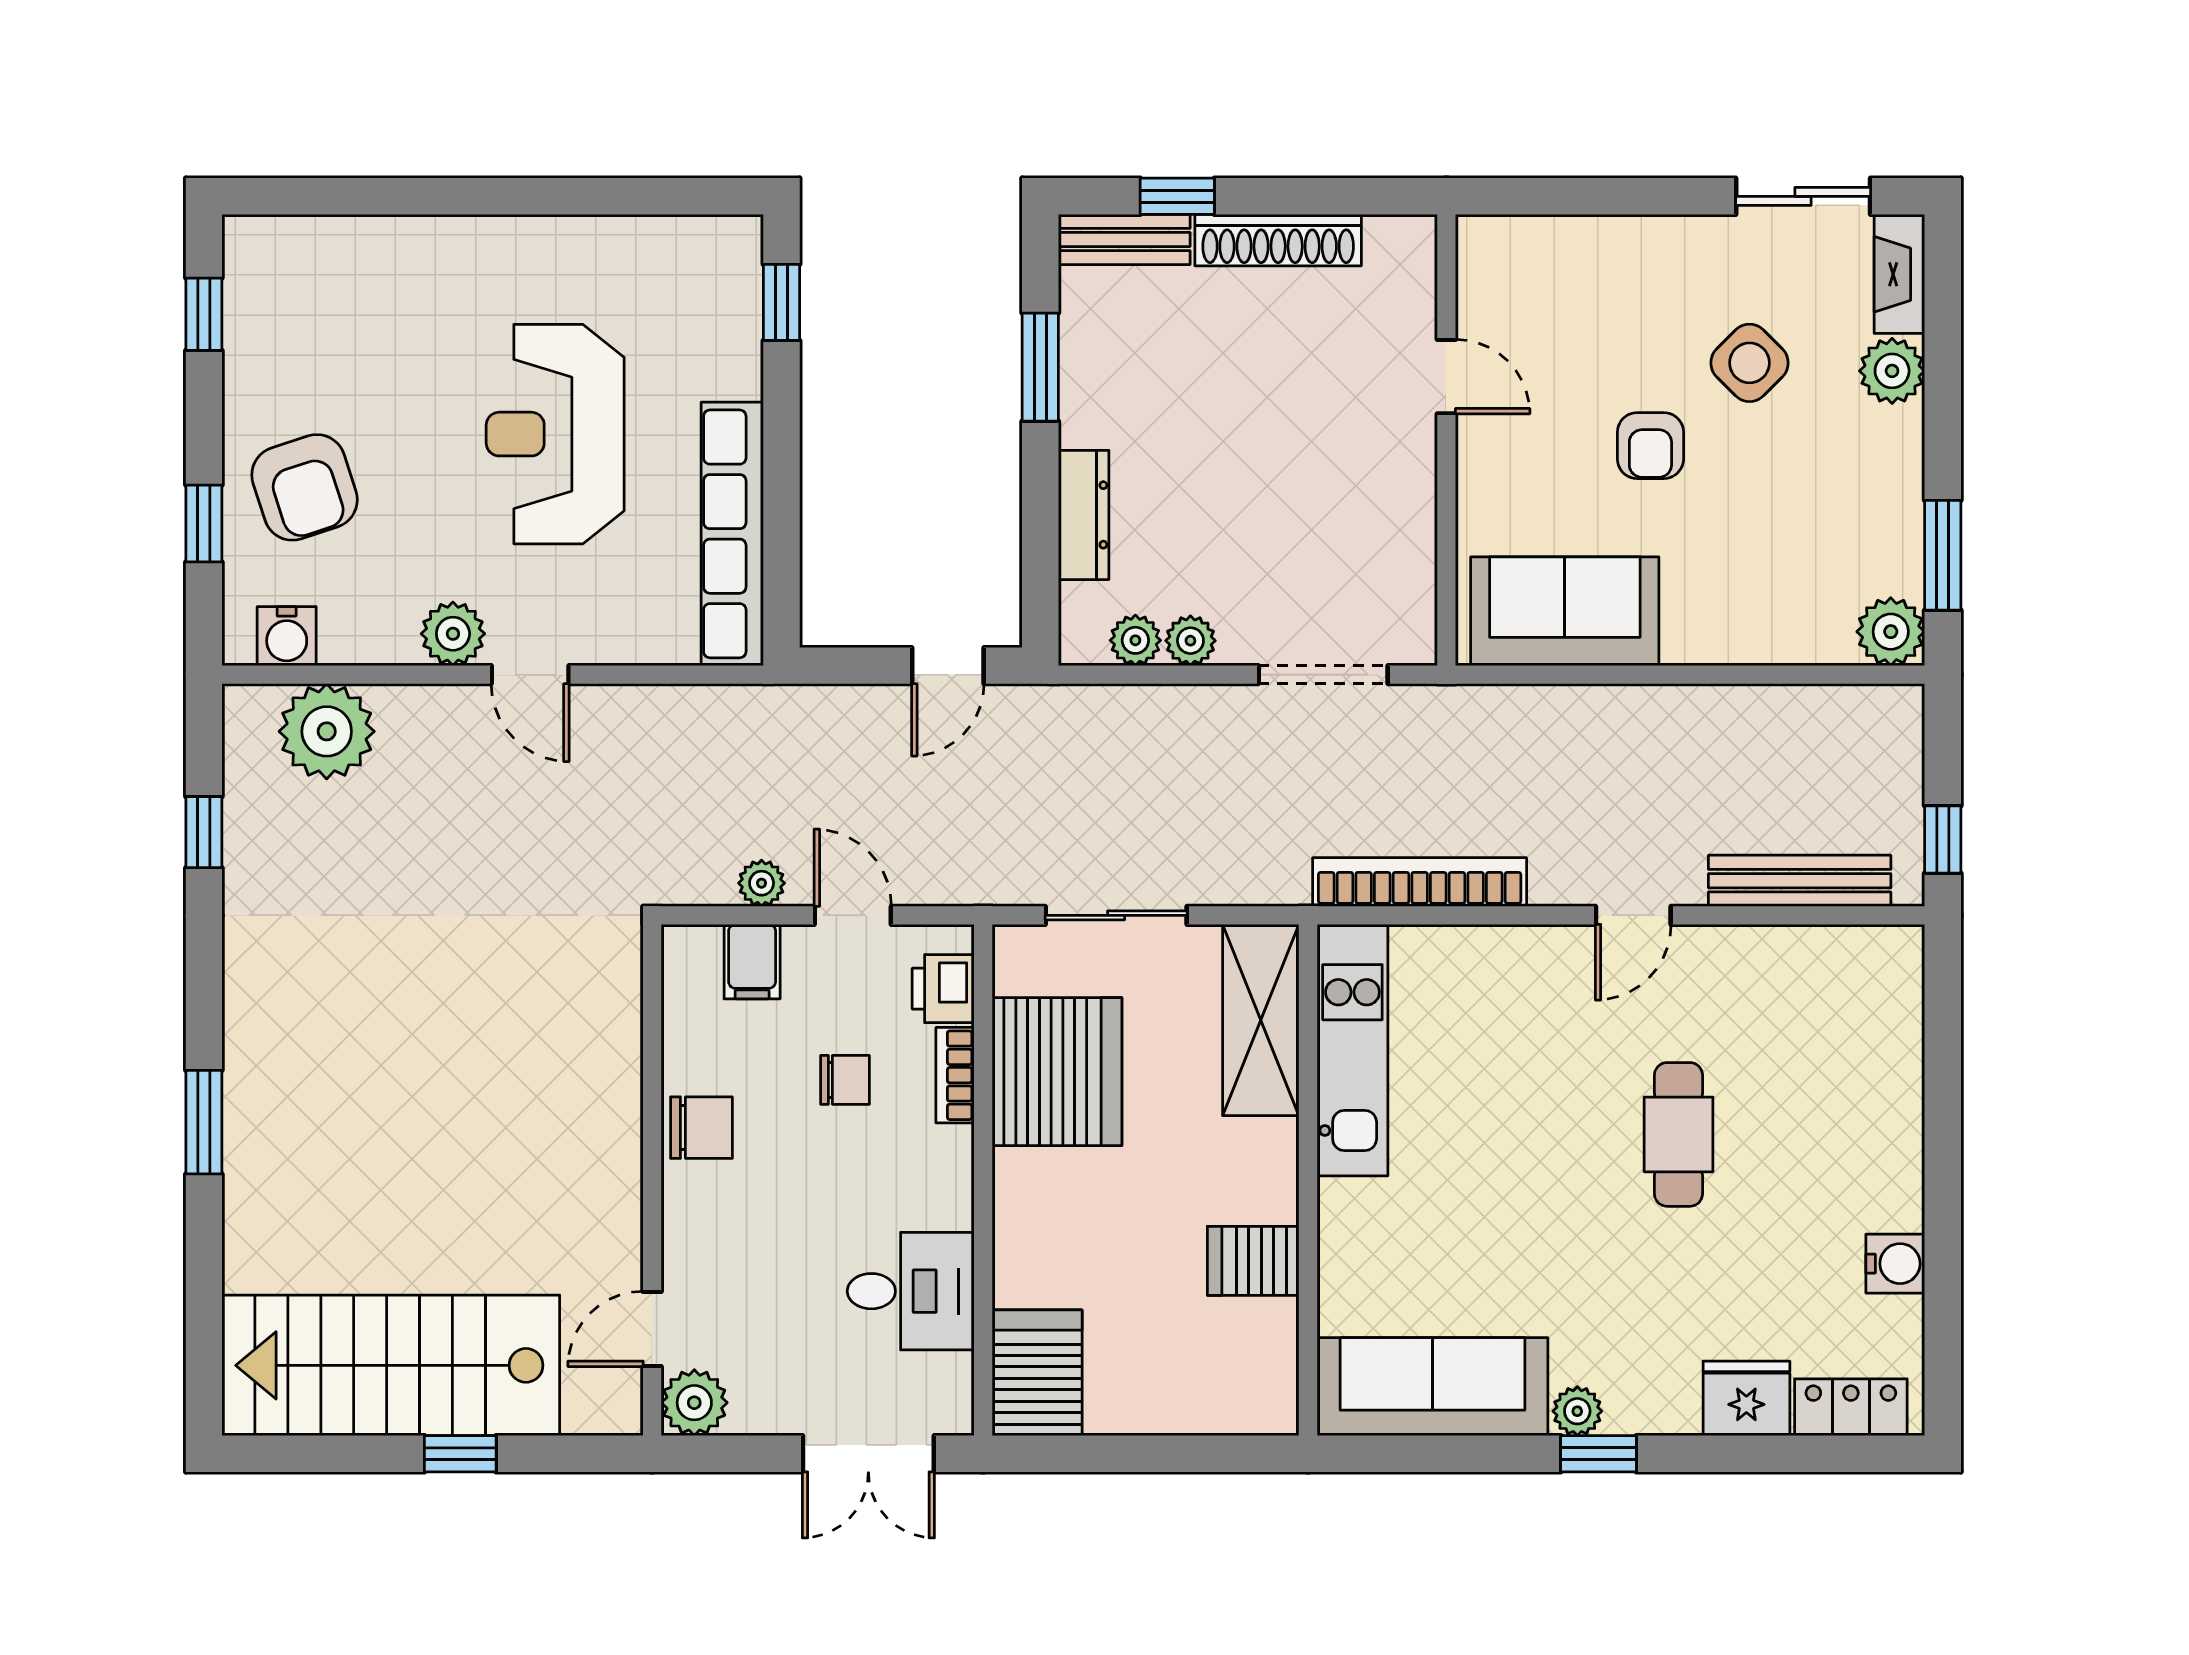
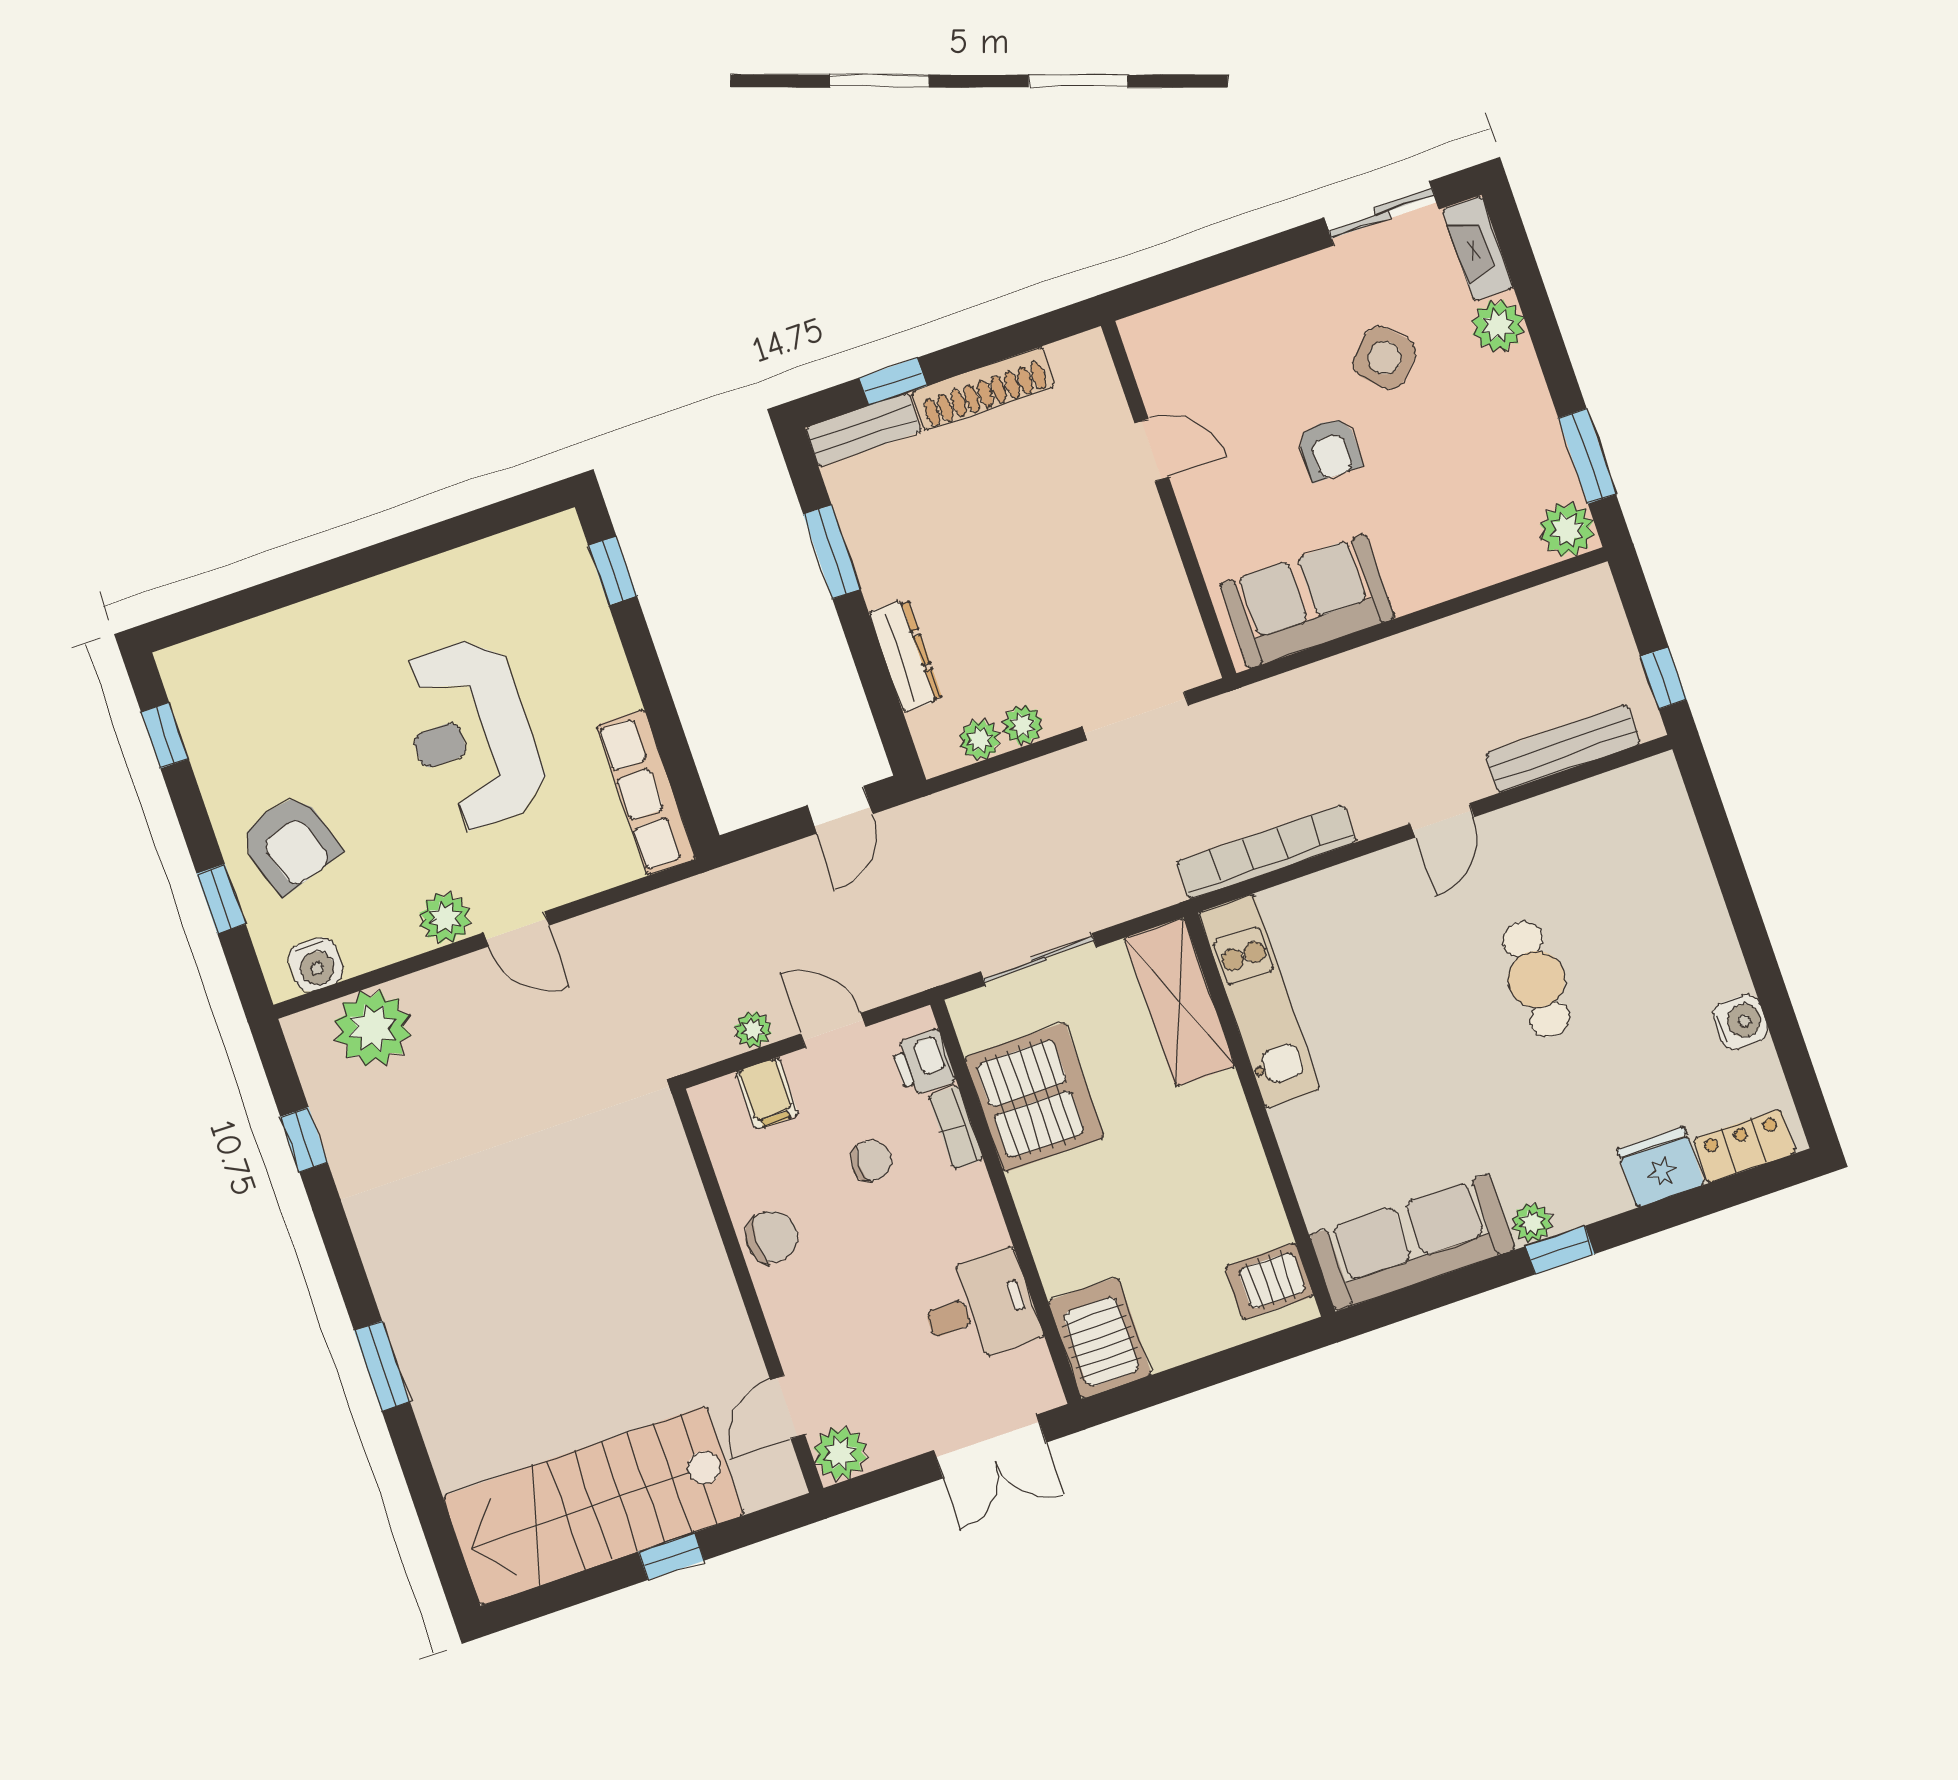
row of seats: (732, 534) -> (646, 792), width x0.73
server rack: (1253, 1261) -> (1269, 1281), moved

